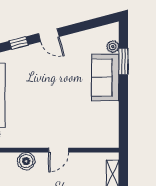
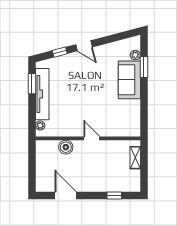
door: (59, 150) -> (92, 138), swing flipped

